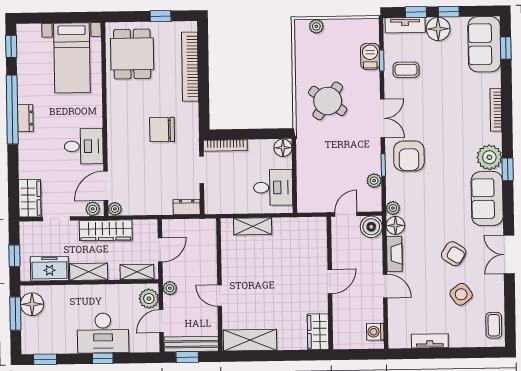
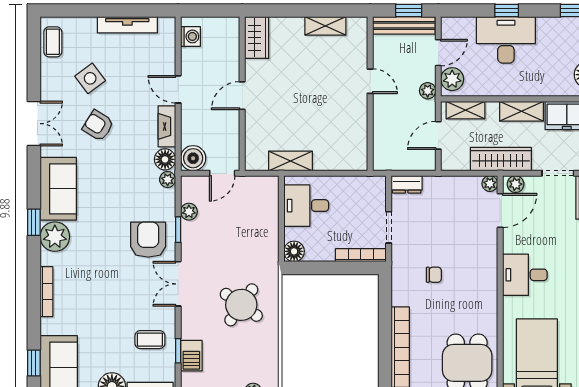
chair: (162, 130) -> (434, 275), width x0.54, depth x0.54
desk: (84, 146) -> (525, 275), moved
shelving: (253, 226) -> (291, 161), moved
shelving: (250, 340) -> (325, 26), width x0.67, depth x0.75
tv unit: (430, 341) -> (127, 25), width x1.41

